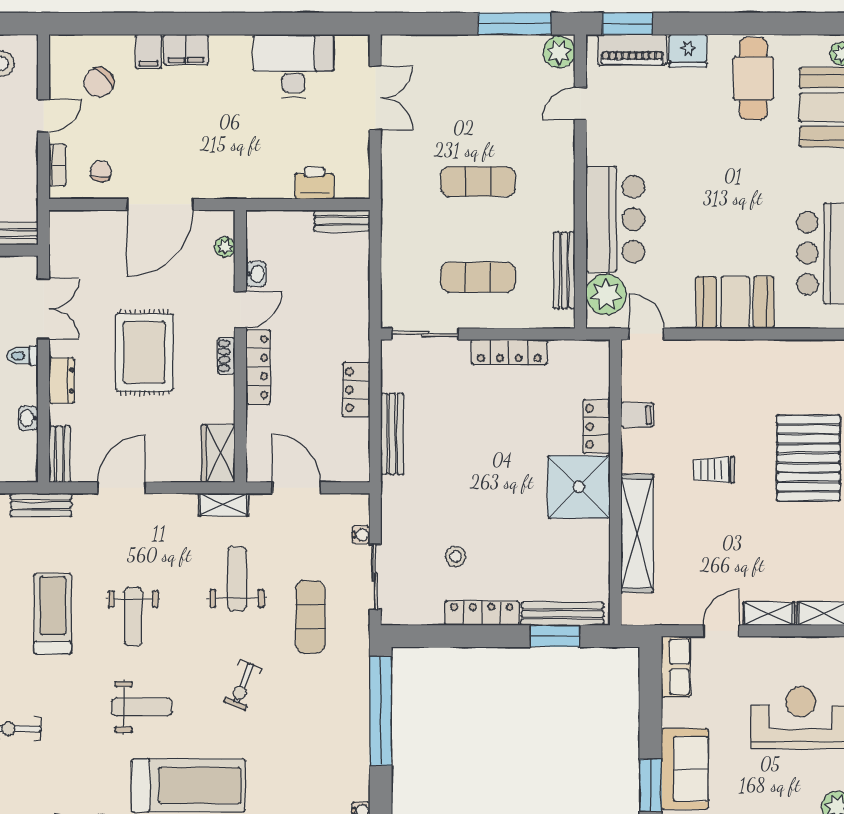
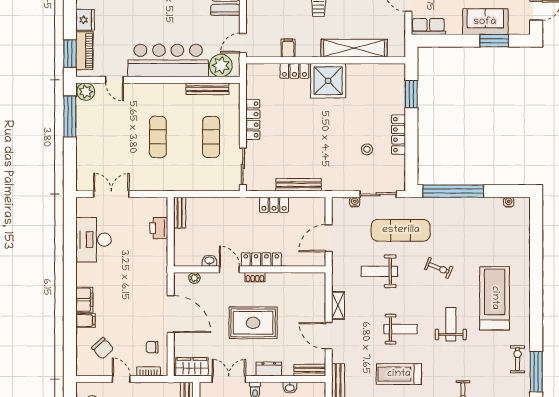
bar counter: (615, 219) -> (168, 60), width x1.36
wardrobe: (218, 454) -> (192, 367), moved, turned 180
shelving: (224, 505) -> (338, 305), moved
bench: (562, 614) -> (399, 90), removed
exercise mat: (310, 617) -> (401, 230), width x1.36, depth x1.45

